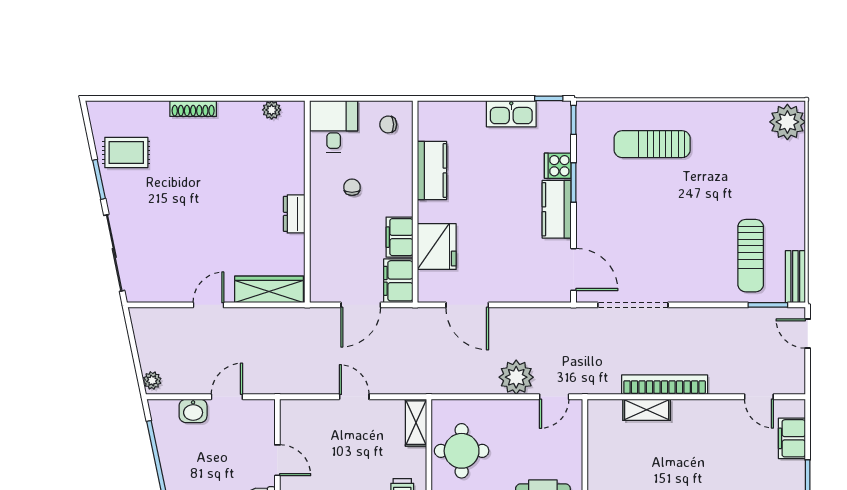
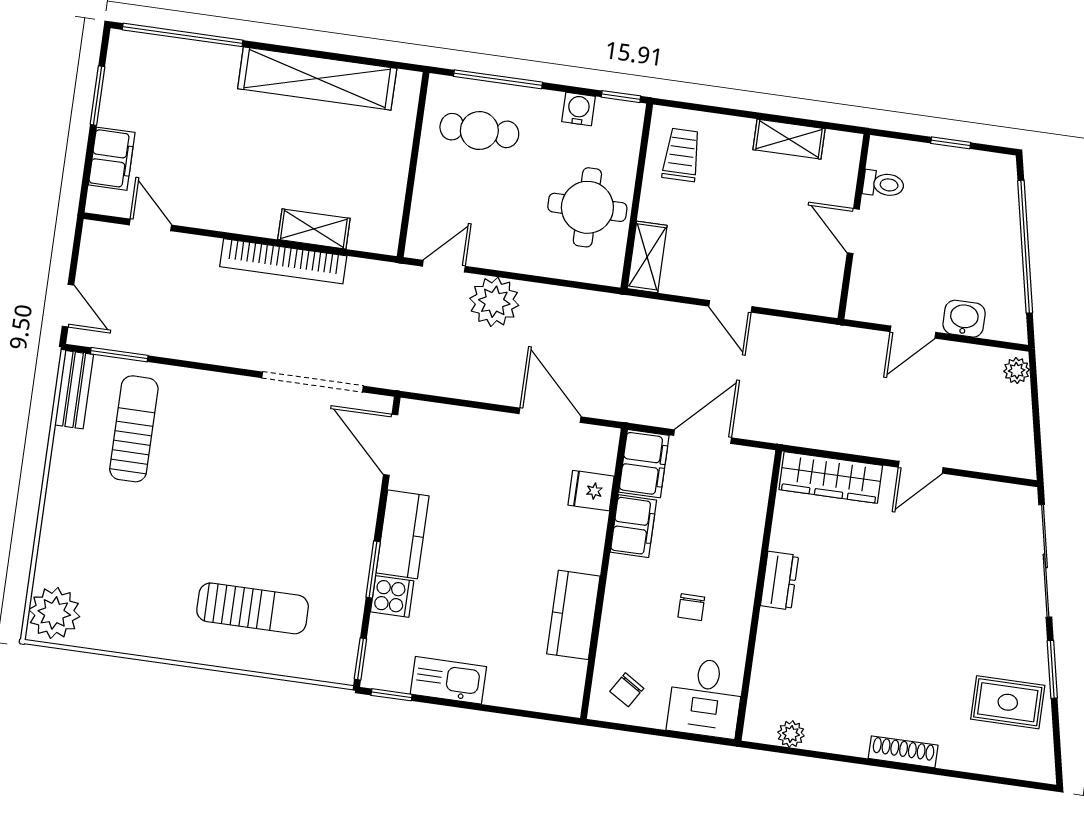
chair: (388, 124) -> (627, 690), turned 124
fridge: (437, 247) -> (591, 491), width x0.53, depth x0.75

